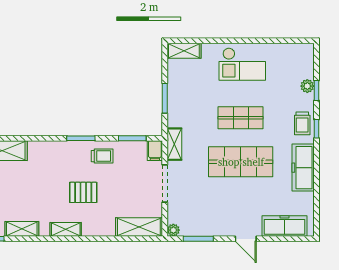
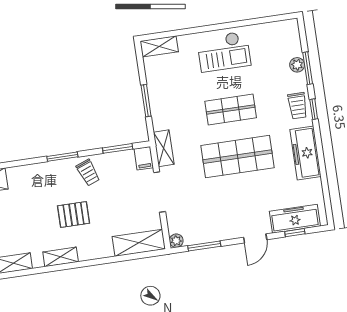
window: (316, 90) -> (308, 68), width x1.50
trolley: (102, 156) -> (88, 173), turned 69
door: (246, 239) -> (255, 238), hinge flipped
window: (283, 239) -> (295, 233), added

